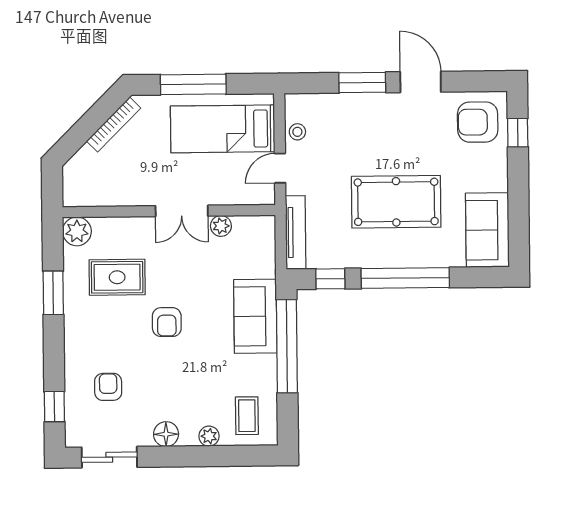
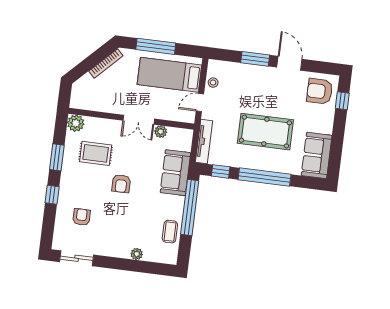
sofa: (255, 316) -> (175, 173), moved
window: (54, 407) -> (52, 195), moved
coffee table: (247, 416) -> (170, 232), moved
floor lamp: (166, 434) -> (112, 249), removed

